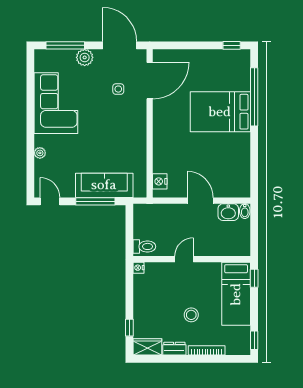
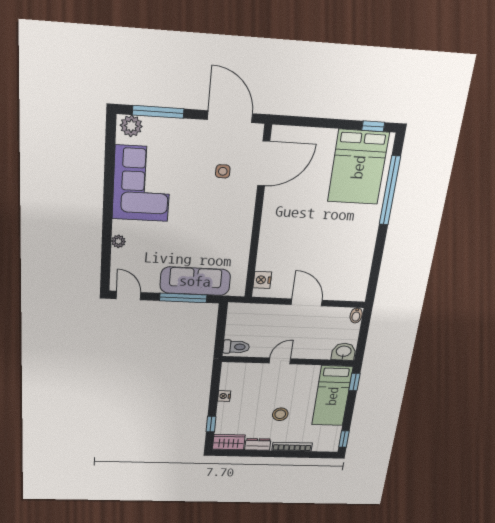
plant: (85, 57) -> (131, 126), moved
bed: (220, 112) -> (358, 167), moved, turned -90
washbasin: (228, 212) -> (344, 352), moved, turned 180
nightstand: (139, 268) -> (224, 396), moved

